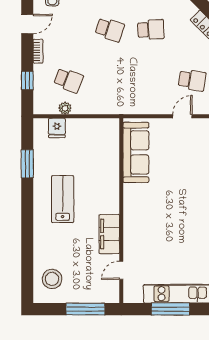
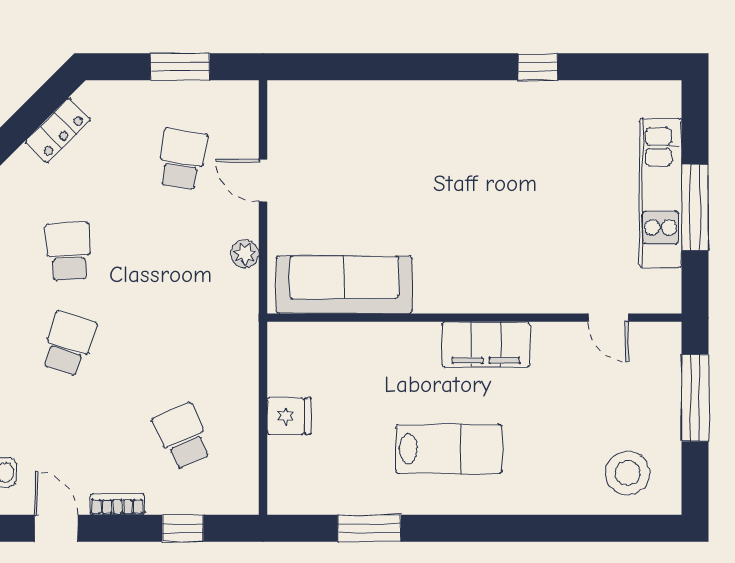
school desk: (68, 80) -> (182, 436), turned -45
plant: (65, 108) -> (245, 254), moved
fridge: (57, 128) -> (289, 416), moved
lab bench: (63, 199) -> (449, 449), turned 180
filing cabinet: (109, 234) -> (486, 345), moved

